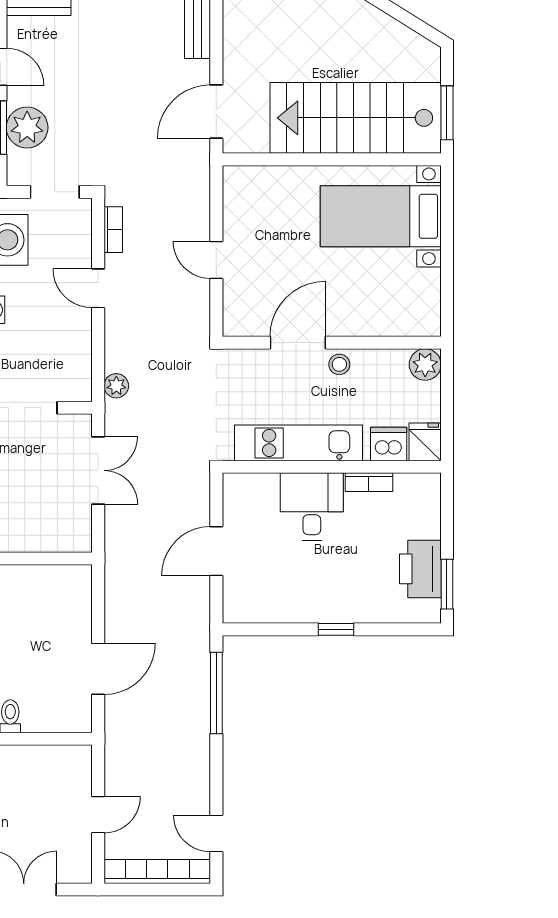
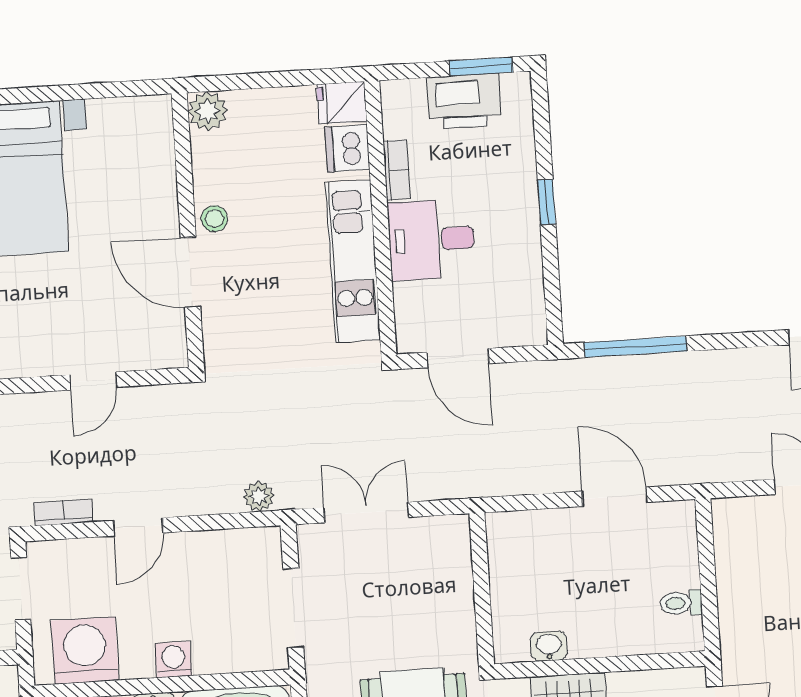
fridge: (425, 442) -> (342, 103), moved
kitchen unit: (298, 443) -> (353, 261), moved
dishwasher: (389, 444) -> (347, 148), moved
wall: (332, 467) -> (380, 218), moved
bookcase: (369, 482) -> (397, 170), moved
desk: (312, 506) -> (432, 240), moved

